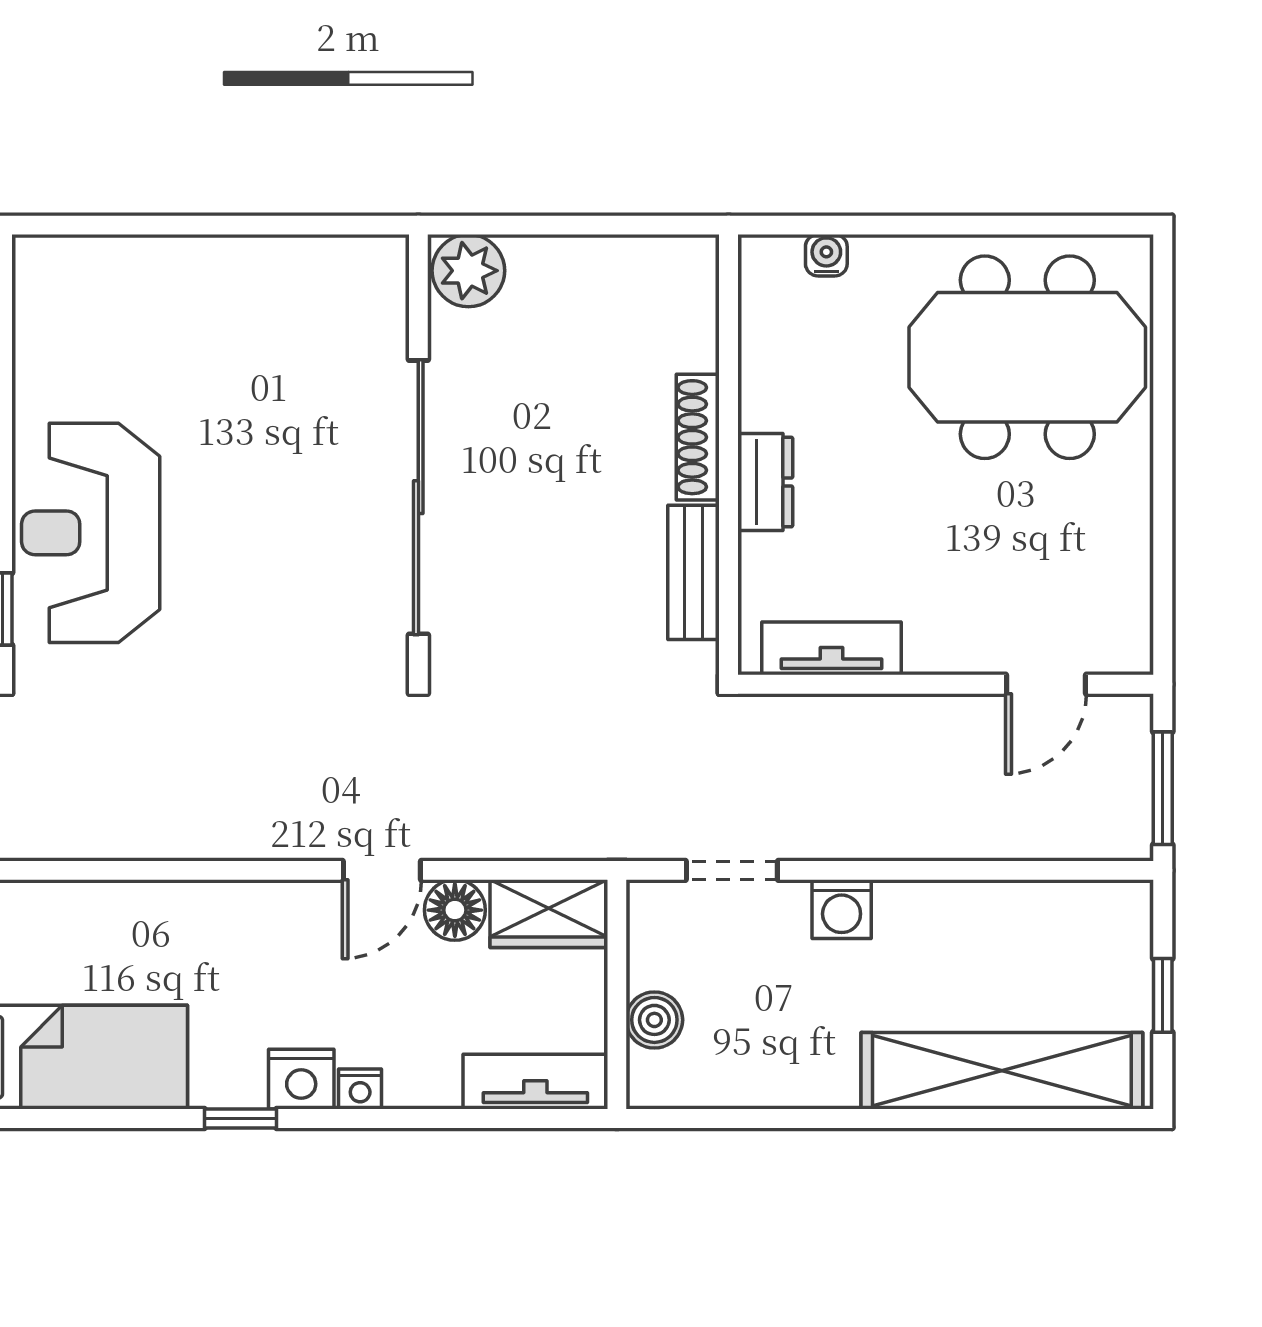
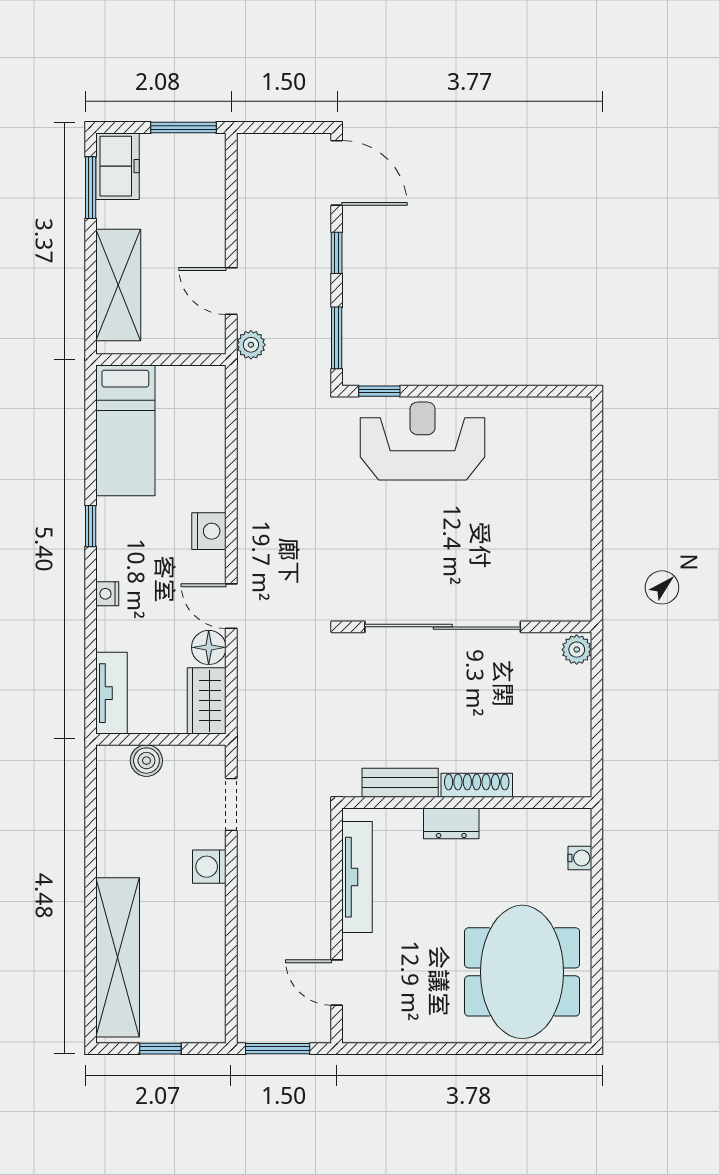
plant: (468, 271) -> (577, 650), width x0.73, depth x0.73
tv unit: (831, 648) -> (357, 877), width x1.41
nightstand: (301, 1079) -> (209, 531), moved, turned 180

